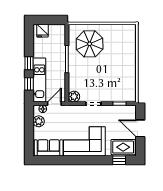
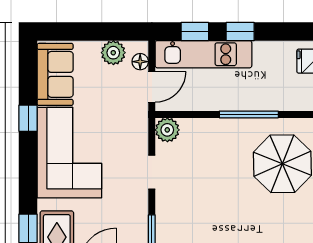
door: (54, 104) -> (152, 87), hinge flipped
window: (69, 160) -> (28, 118), added

